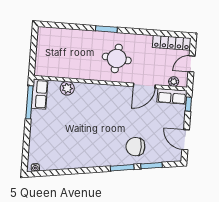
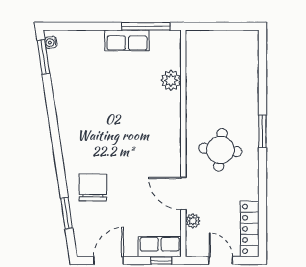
plant: (174, 82) -> (193, 221), moved
row of seats: (40, 94) -> (127, 40), moved
row of seats: (172, 96) -> (160, 247), moved, turned 90
window: (122, 168) -> (43, 57), moved

